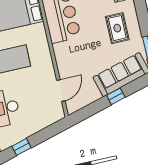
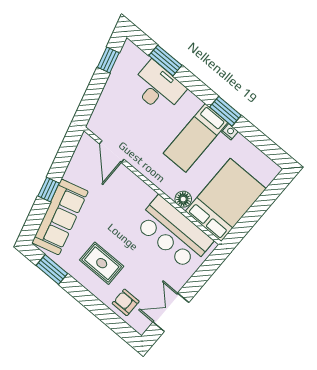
floor lamp: (39, 30) -> (183, 199), added

